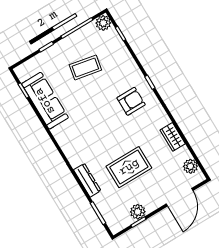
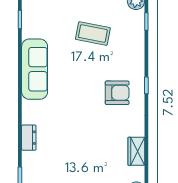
sofa: (45, 101) -> (35, 69), moved
rug: (129, 167) -> (77, 155), removed
dresser: (87, 180) -> (29, 138), width x0.70

